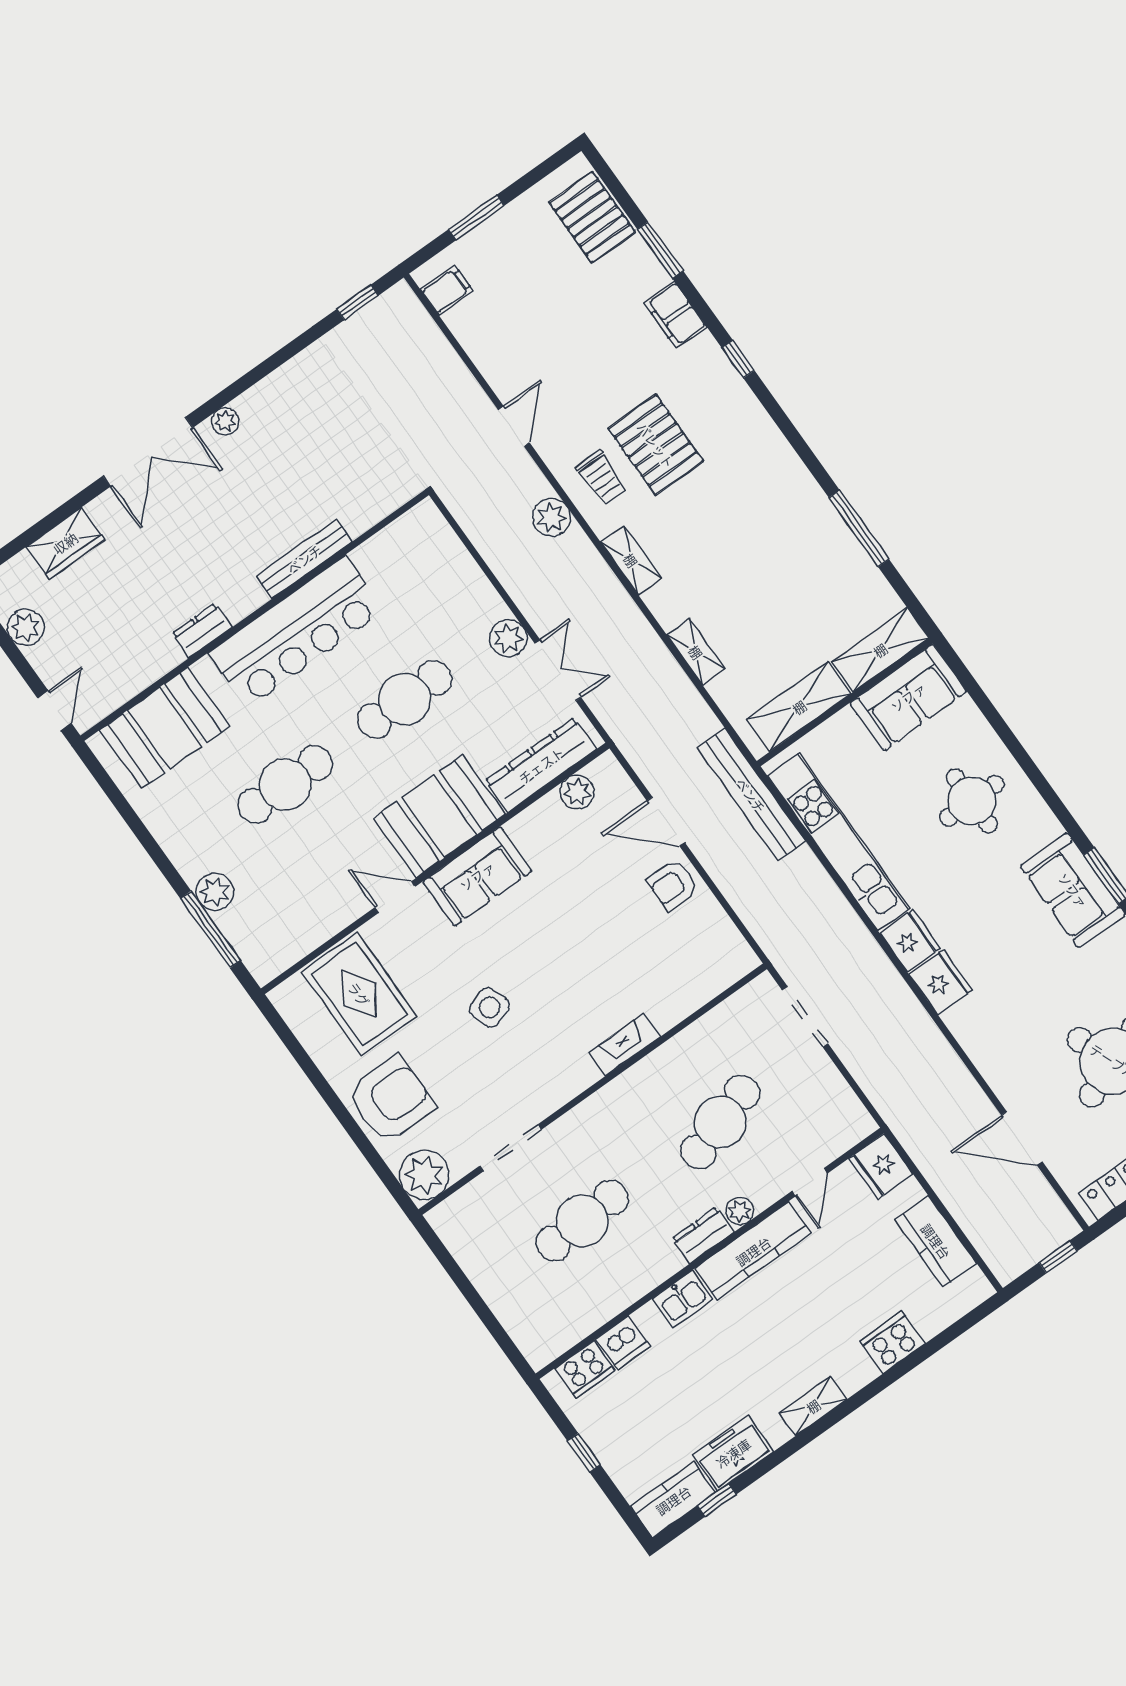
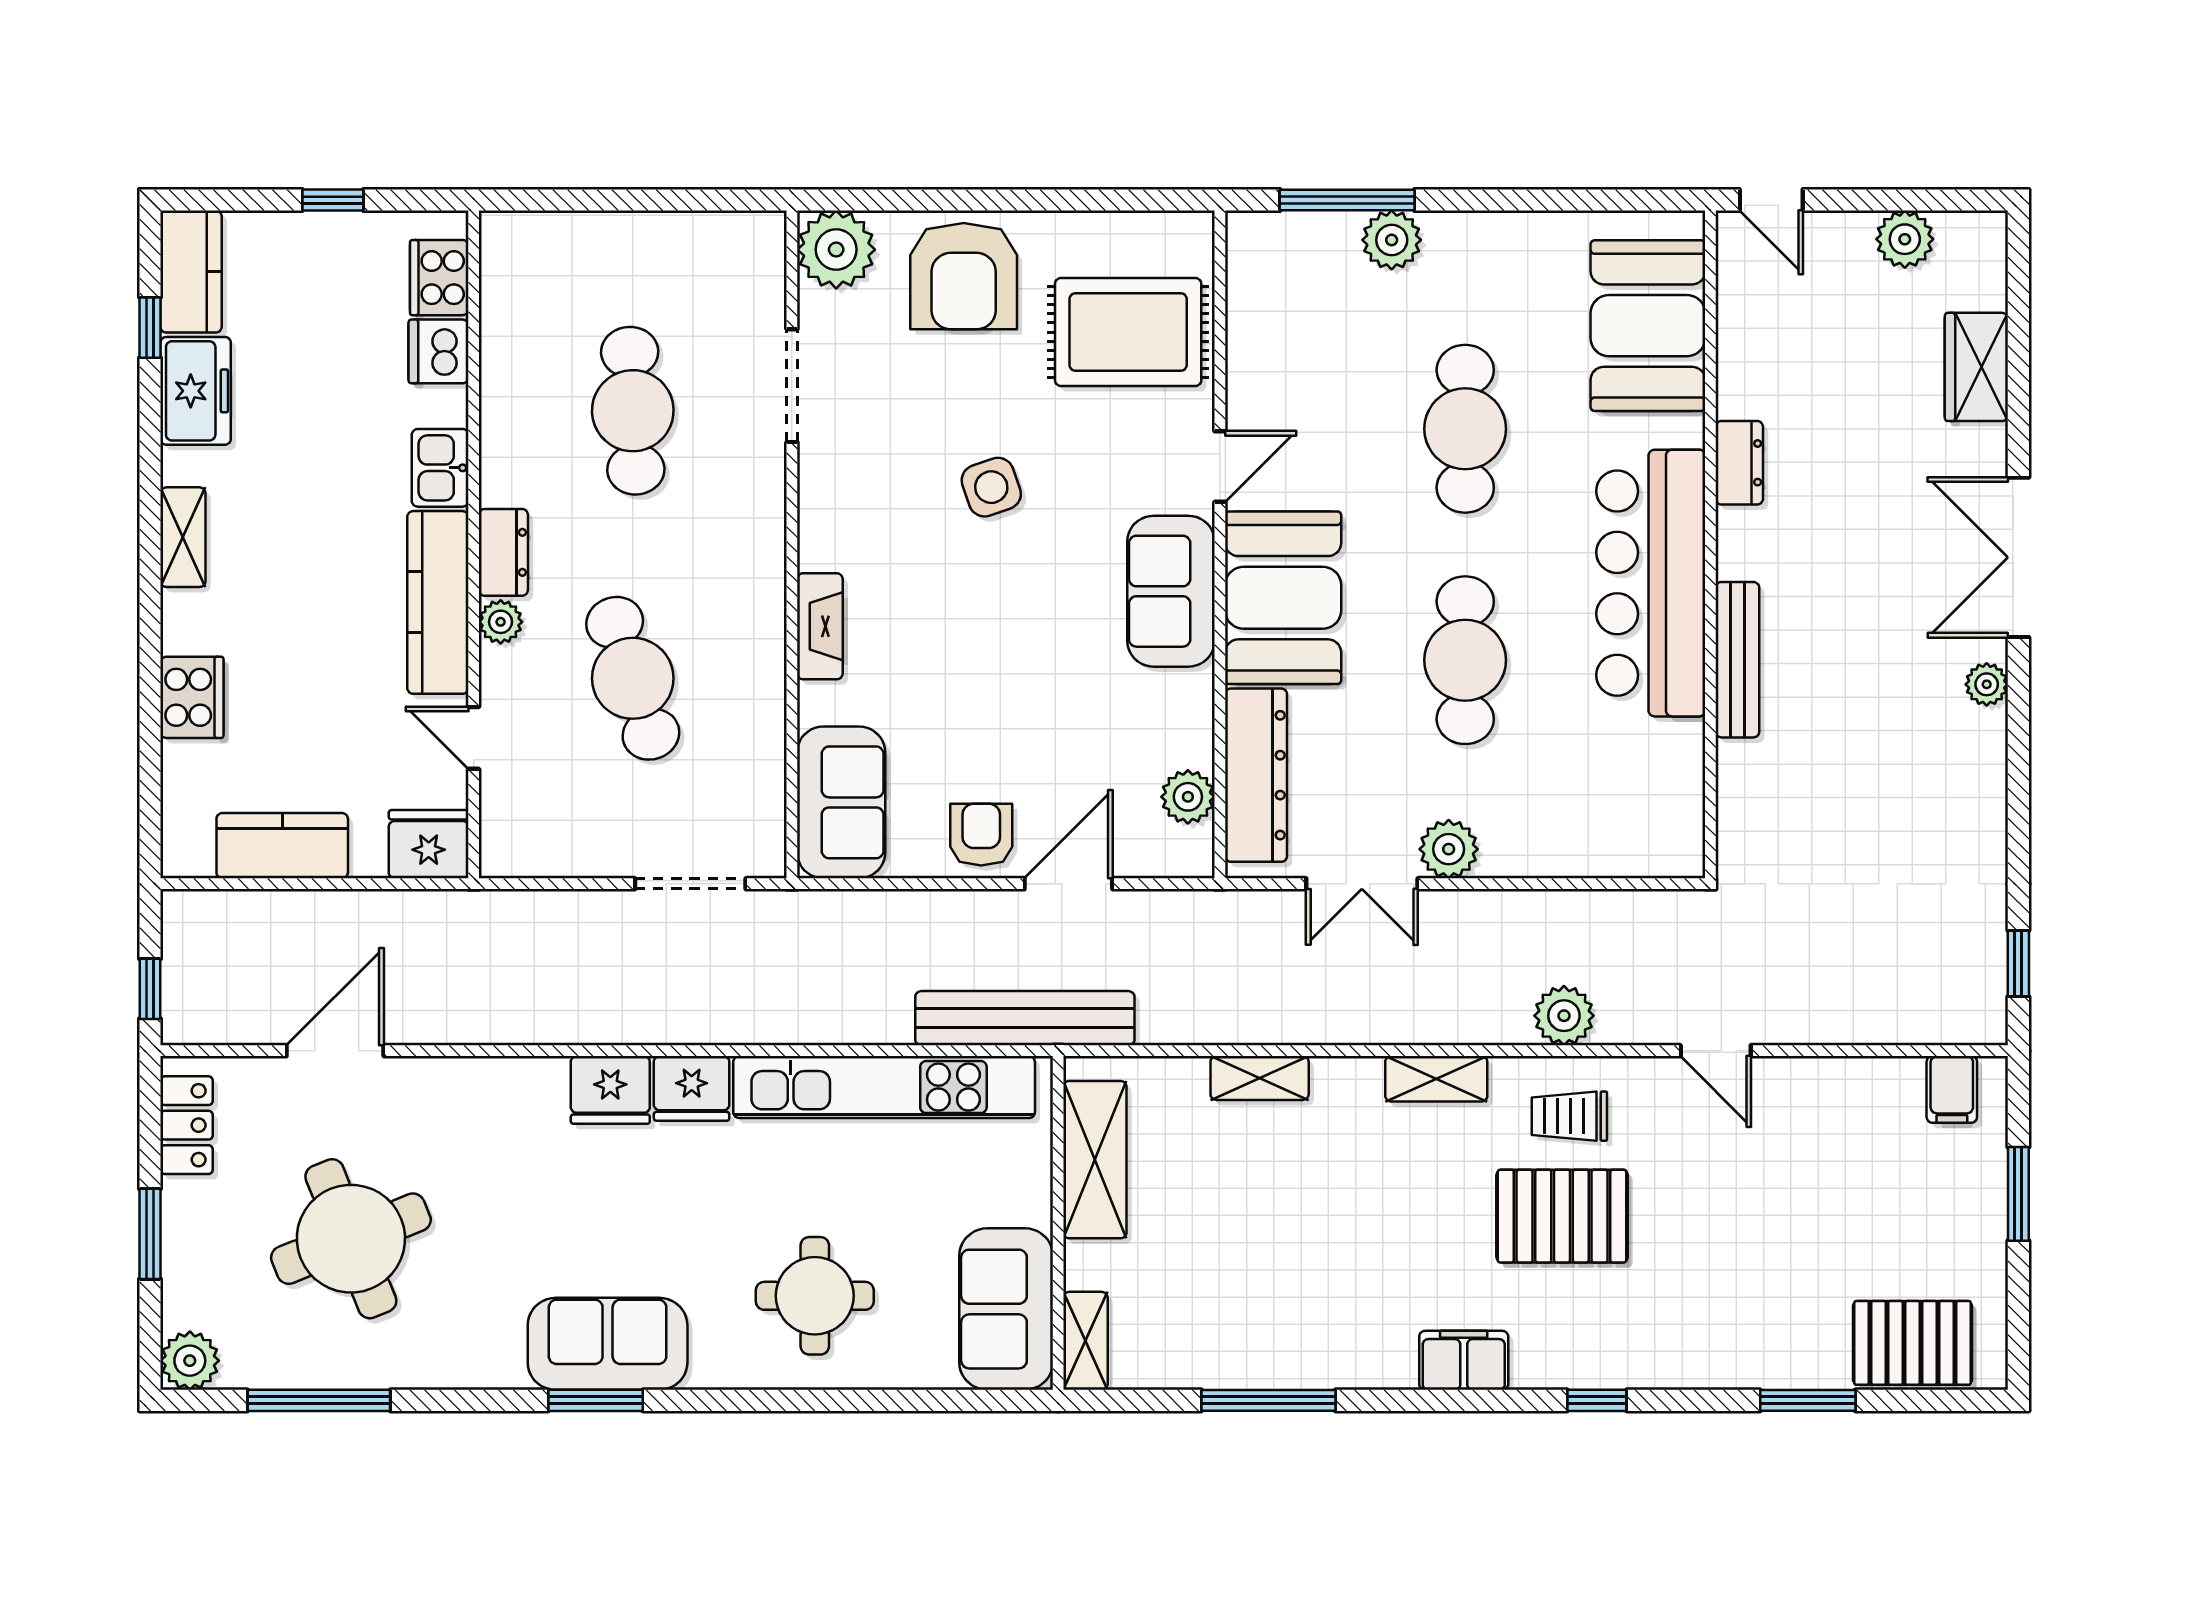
filing cabinet: (675, 315) -> (1464, 1360), moved
shelving: (880, 650) -> (1085, 1341), width x0.67, depth x0.75
sofa: (708, 969) -> (841, 802), added

